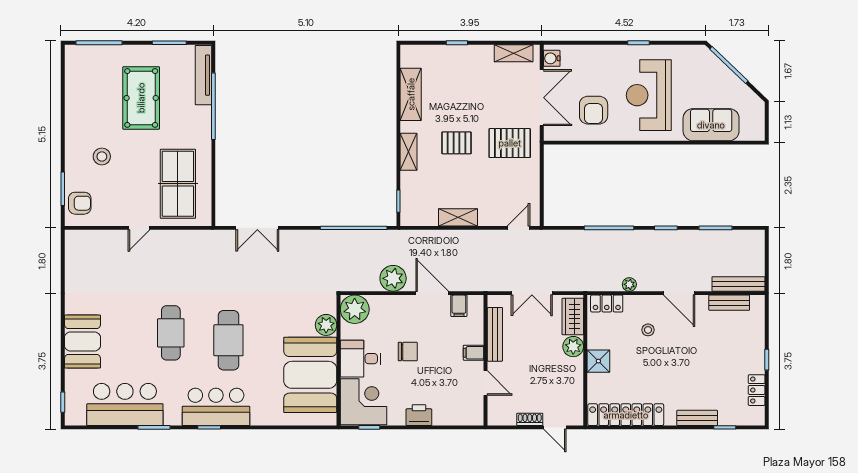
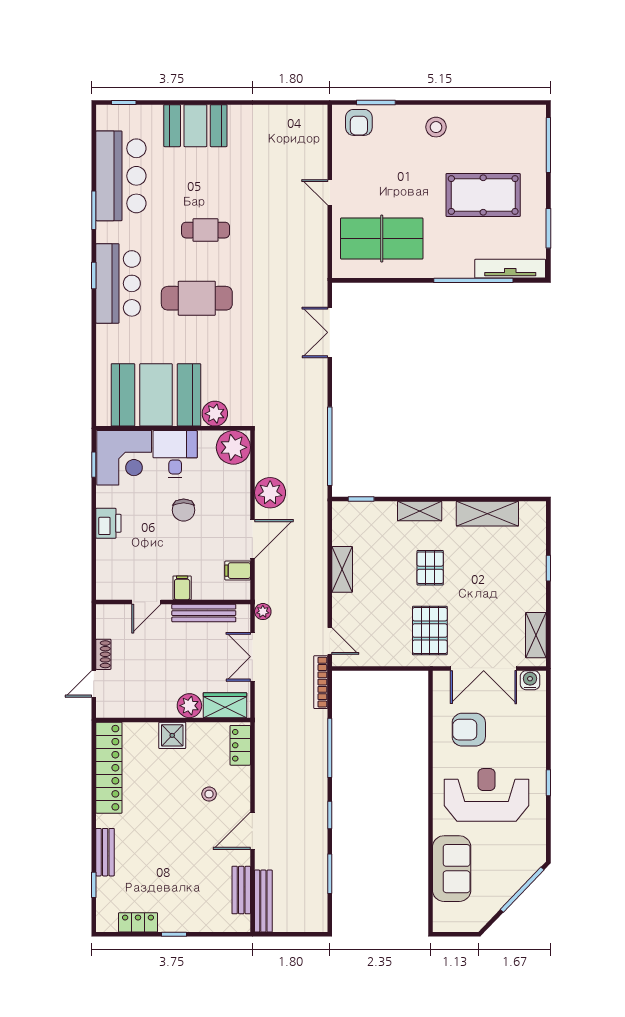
stool: (102, 156) -> (436, 127), moved
bookcase: (553, 235) -> (321, 682), added
plant: (629, 284) -> (263, 612), moved
cafe table: (171, 333) -> (206, 230), width x0.73, depth x0.74

